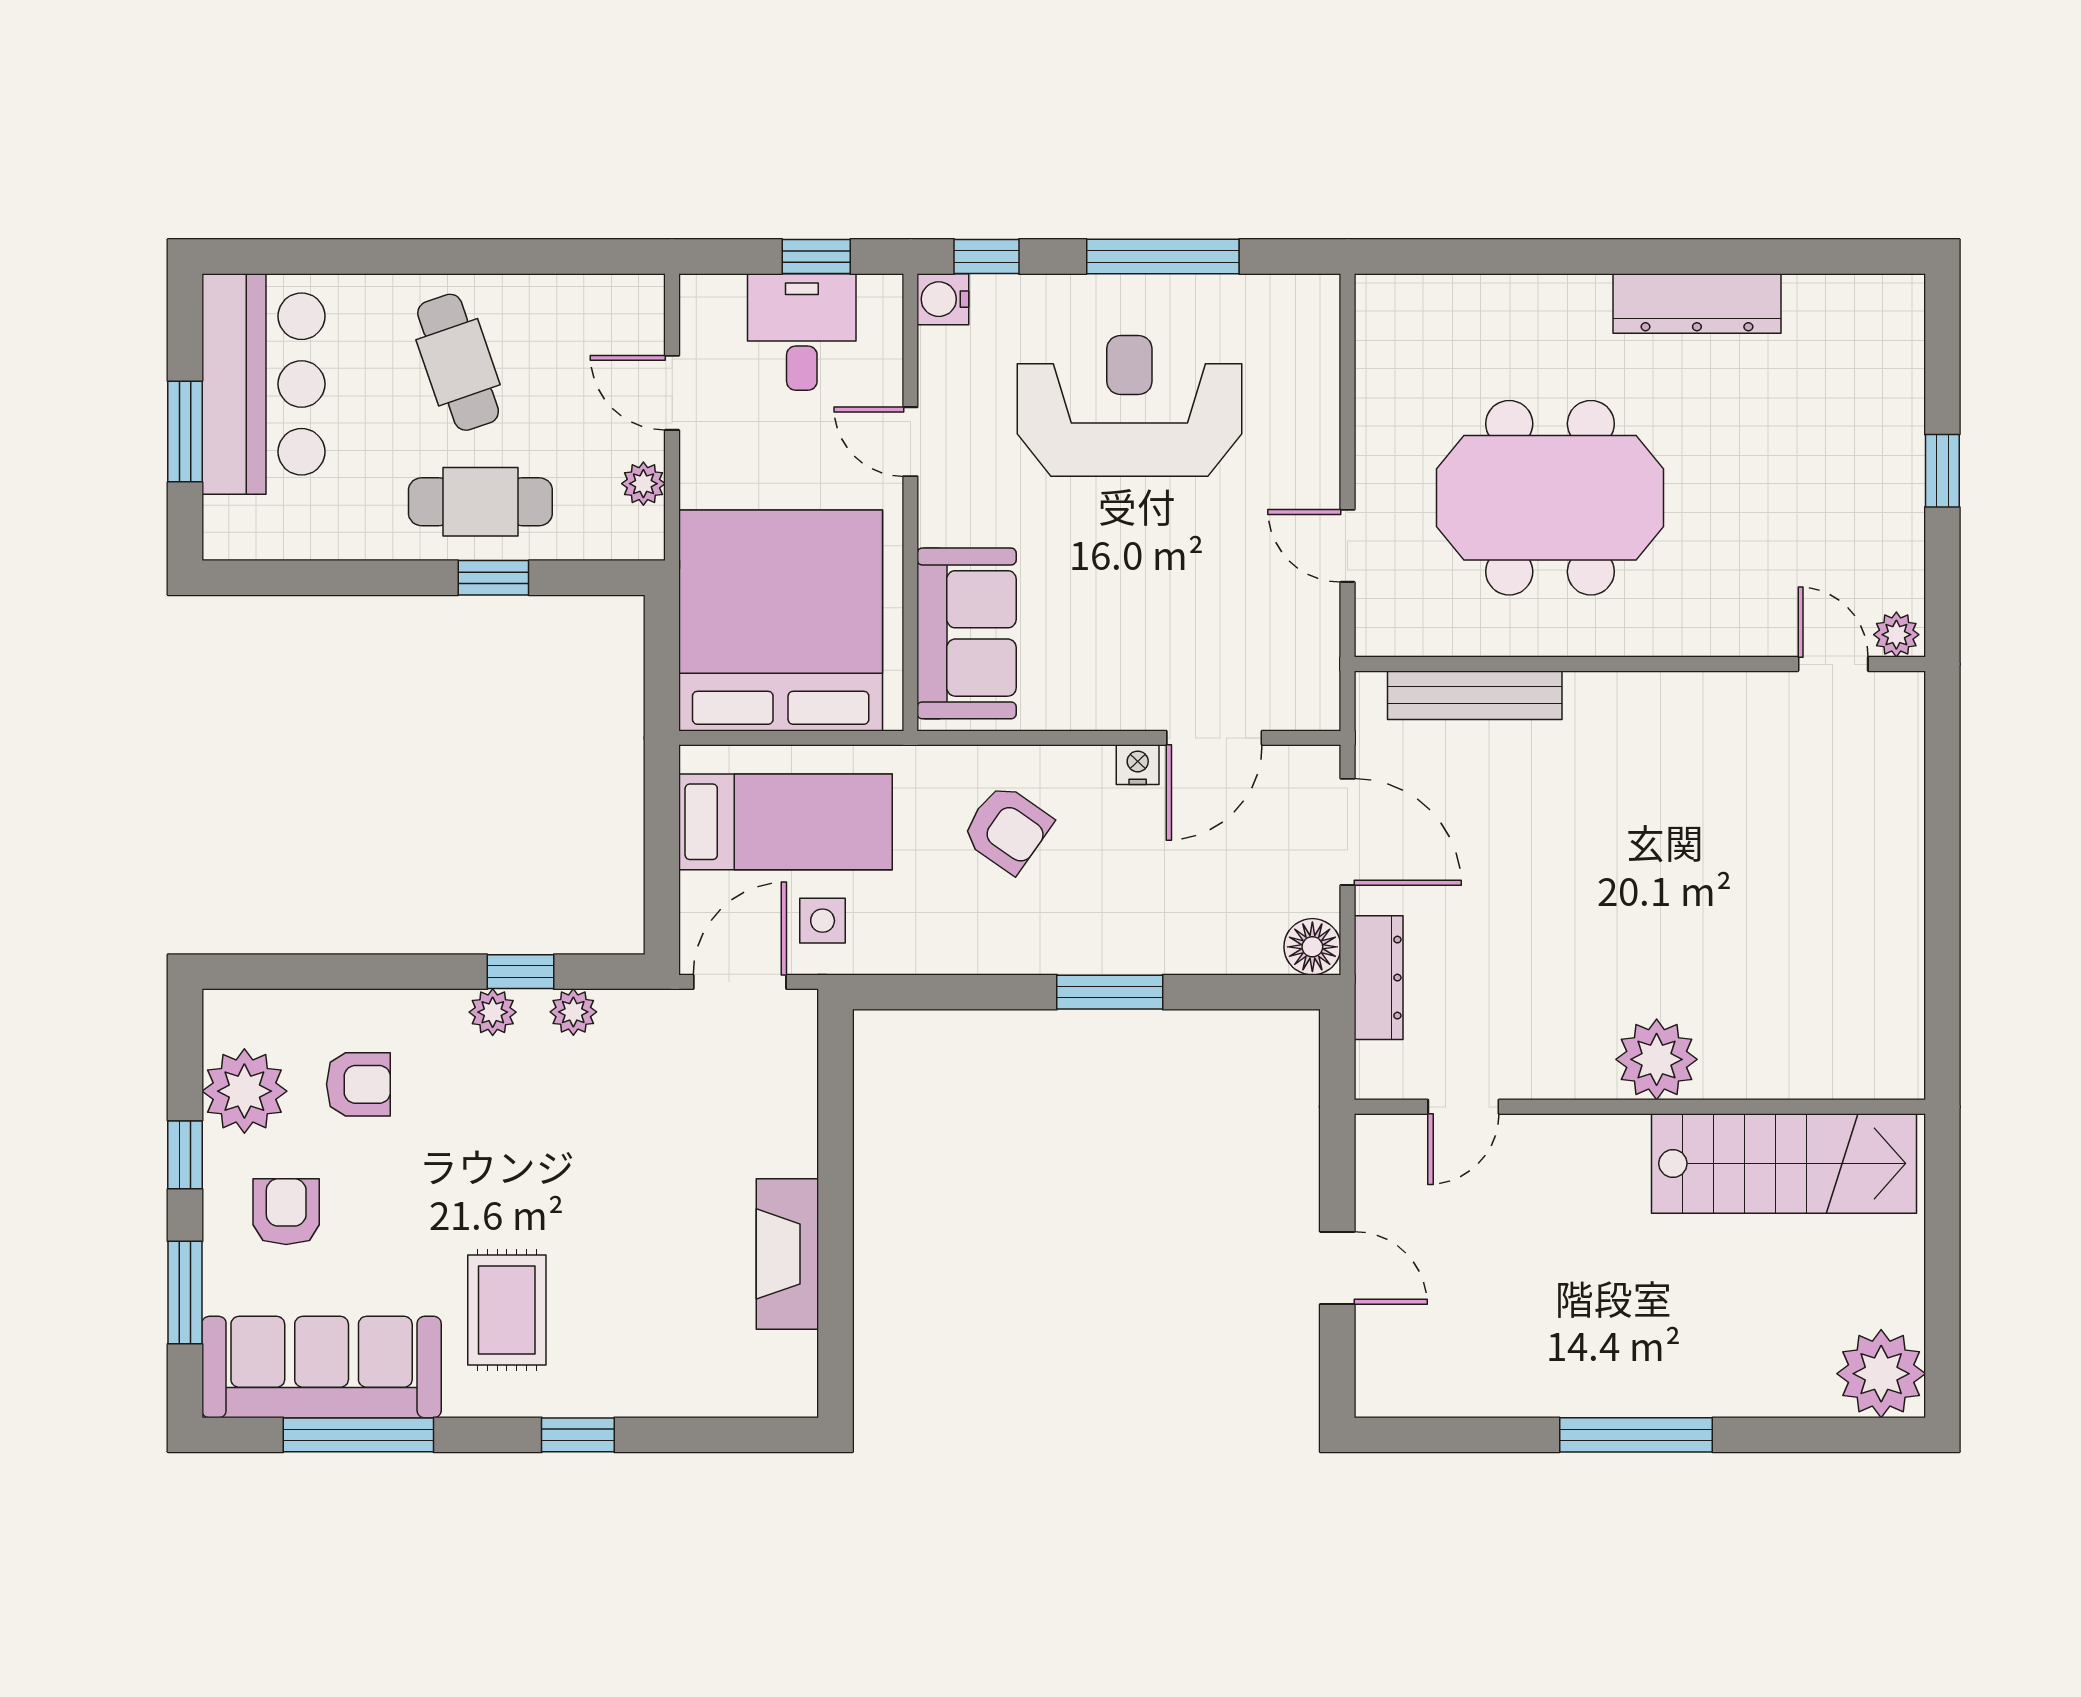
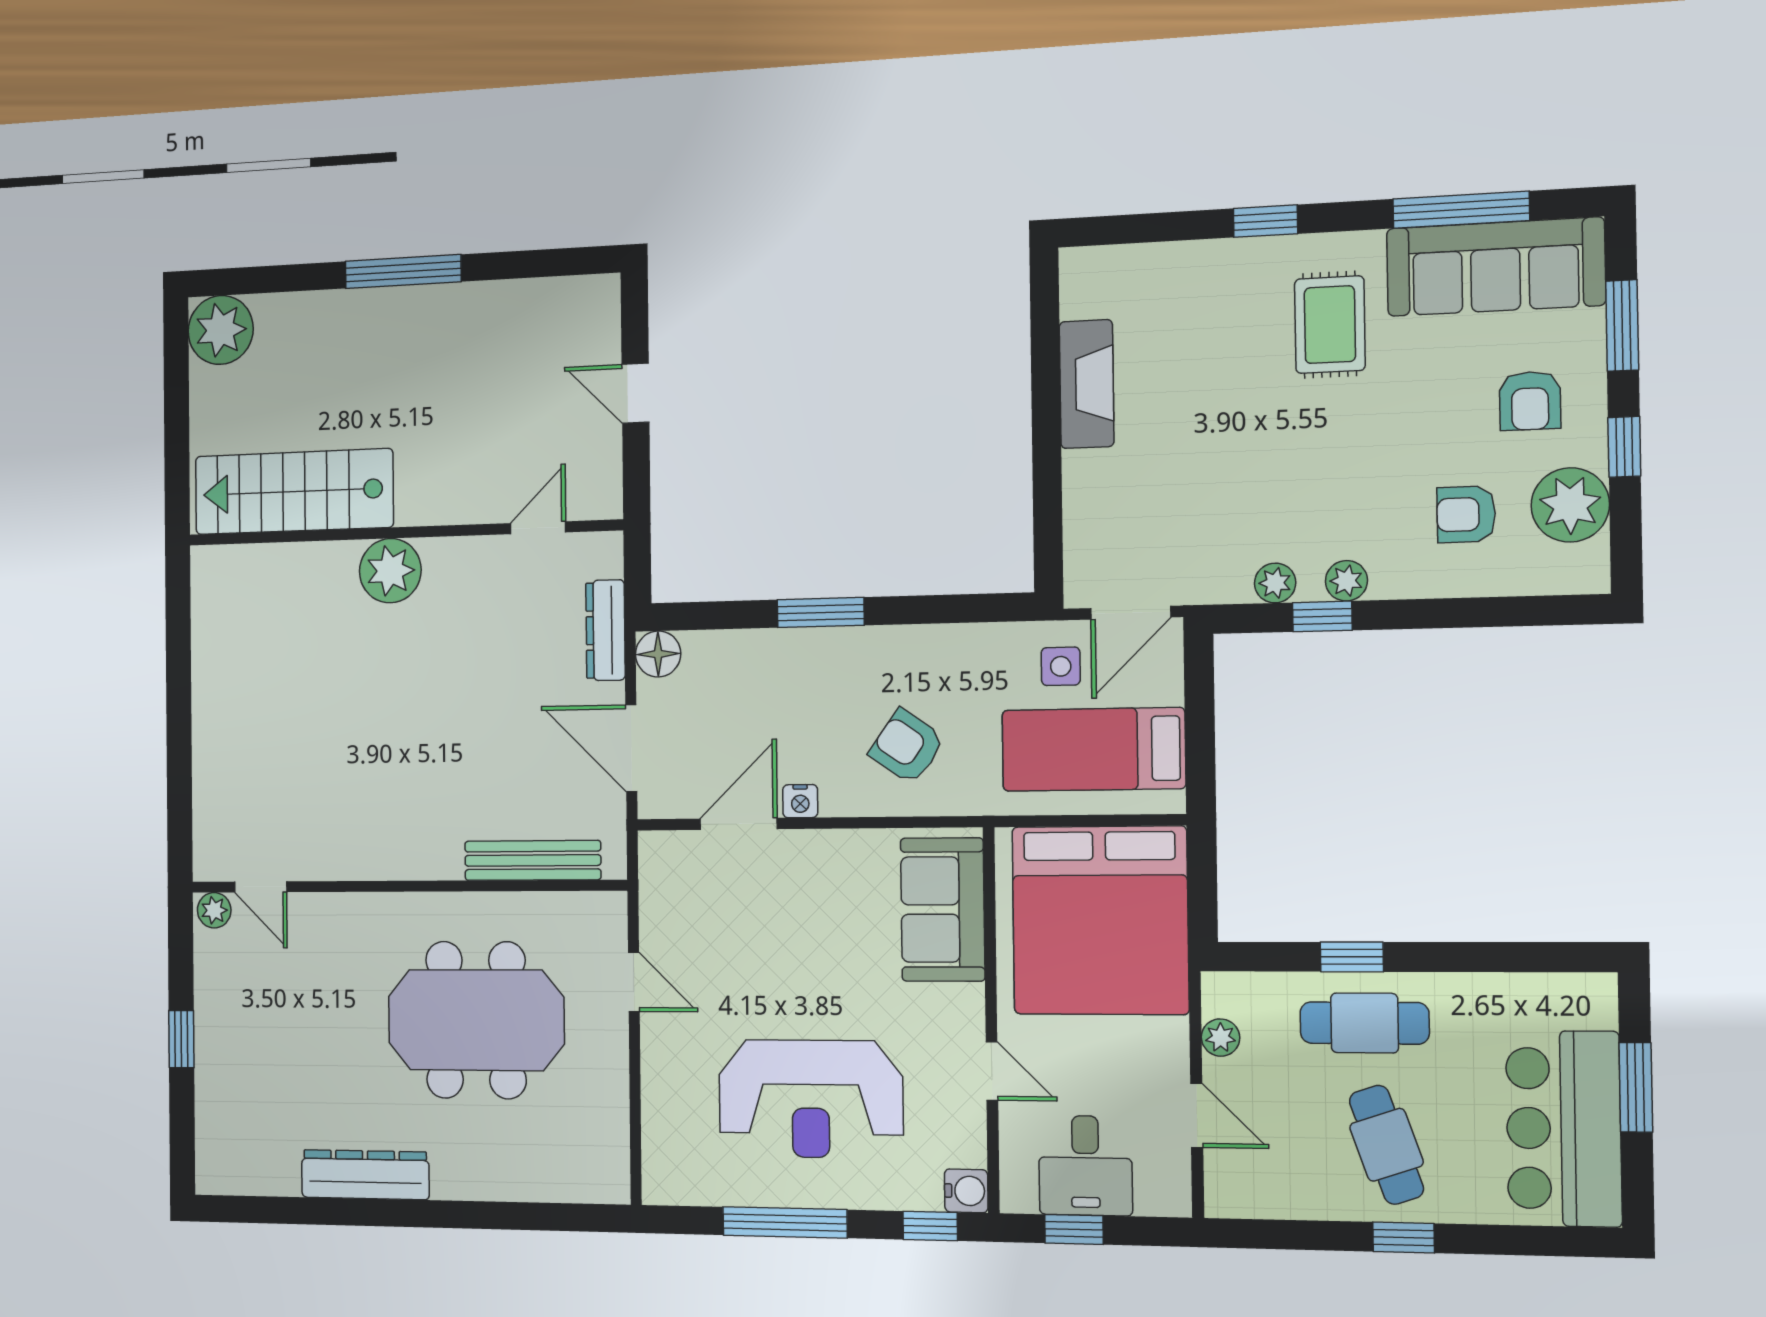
window: (441, 256) -> (1404, 1237), added

